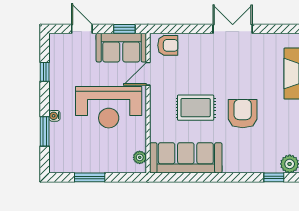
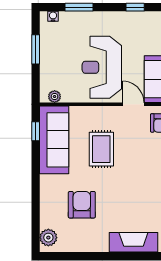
armchair: (243, 114) -> (82, 205), moved, turned -90
water cooler: (54, 116) -> (53, 16), moved
window: (274, 177) -> (36, 131), moved

